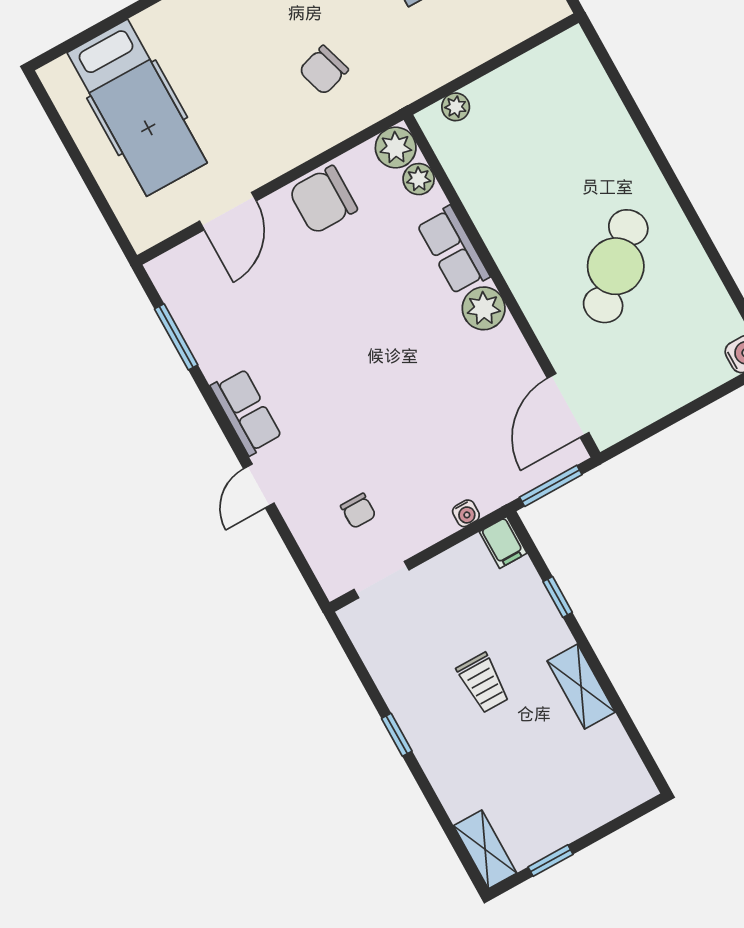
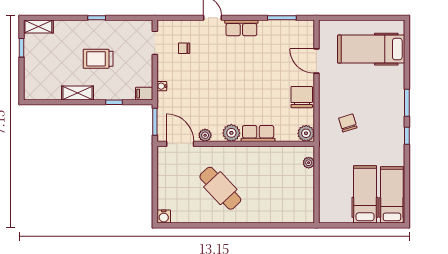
plant: (419, 179) -> (205, 135), moved
trolley: (483, 683) -> (98, 59), width x1.36, depth x1.39

